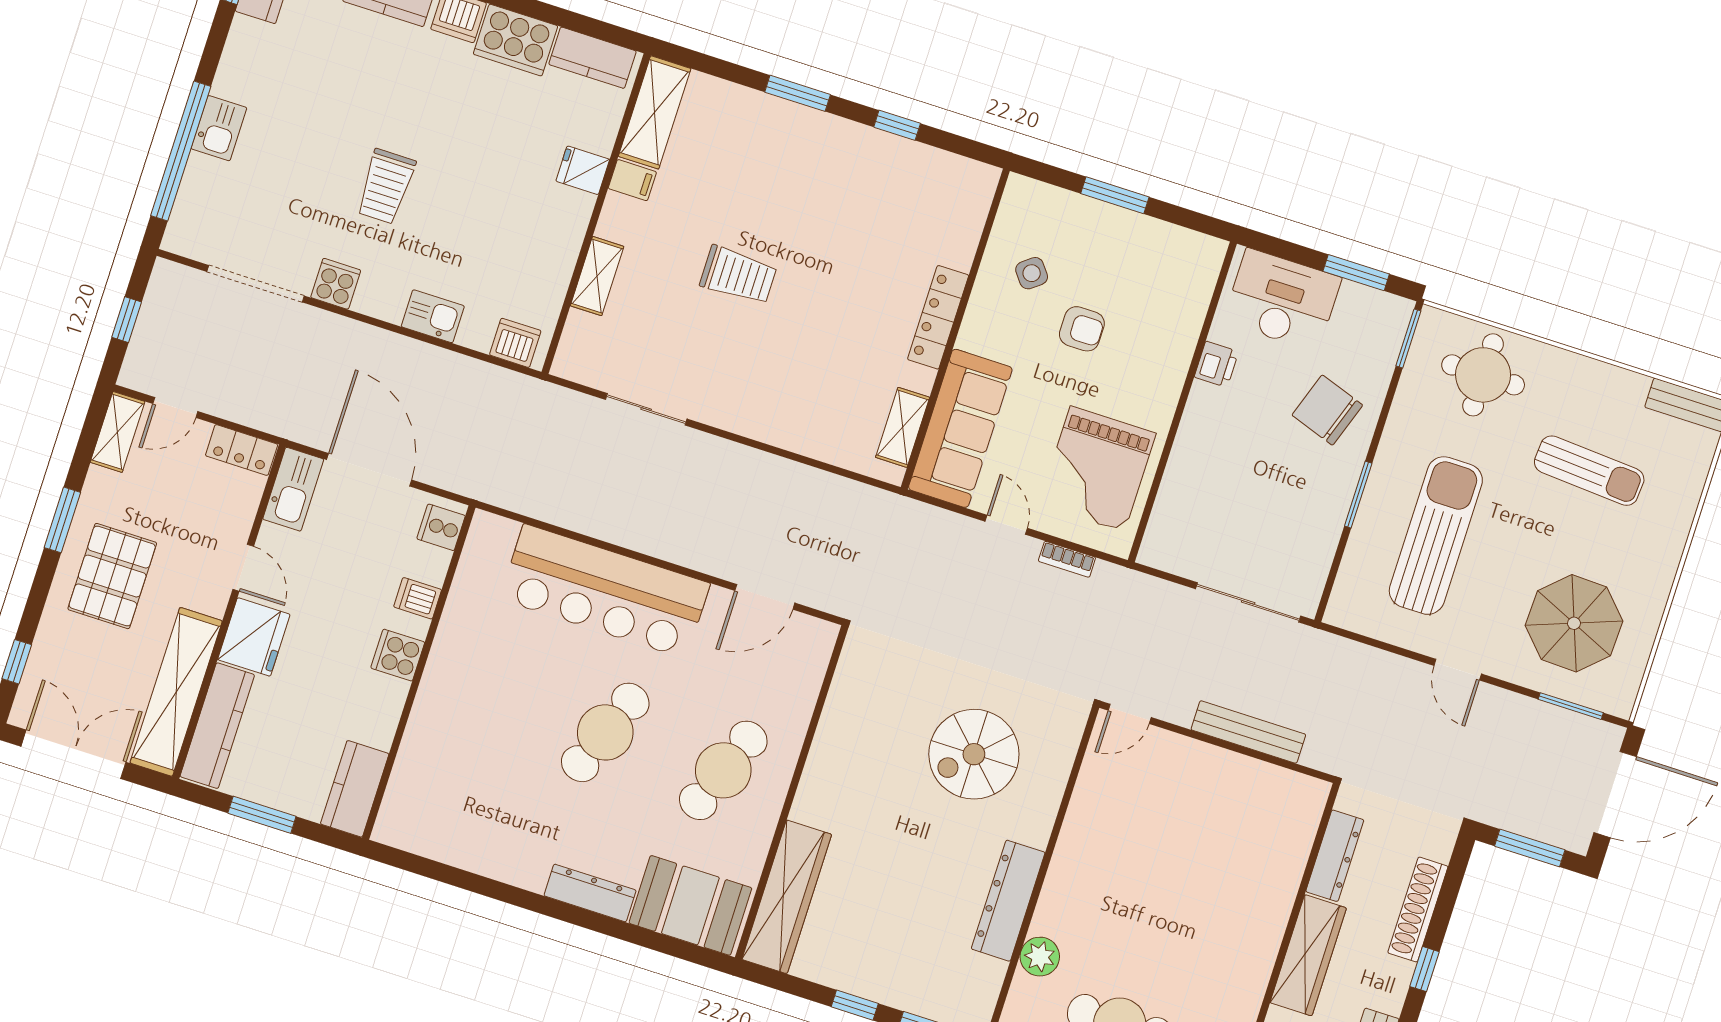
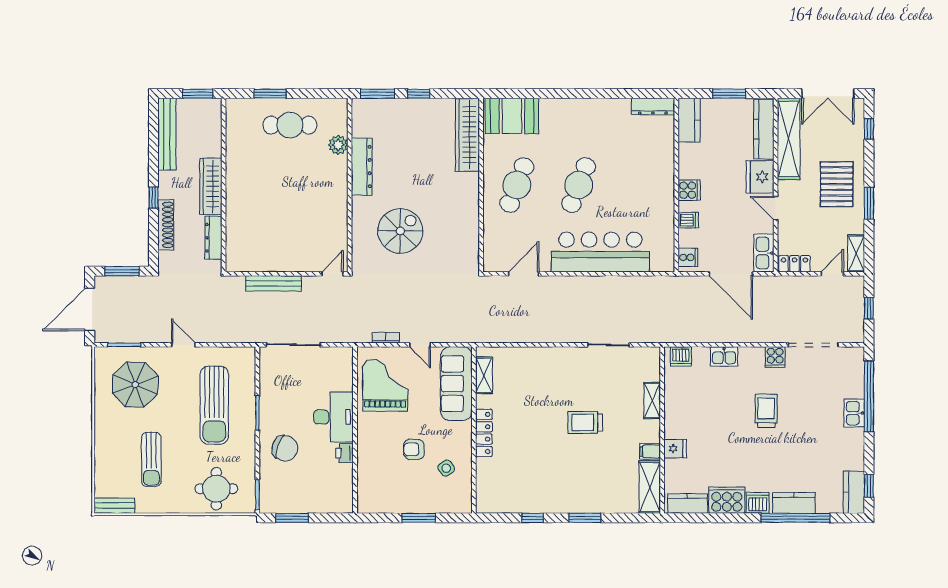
desk: (1282, 300) -> (333, 417), moved, turned -90
sun lounger: (1589, 471) -> (151, 459), turned -94
dresser: (590, 893) -> (653, 106), moved

